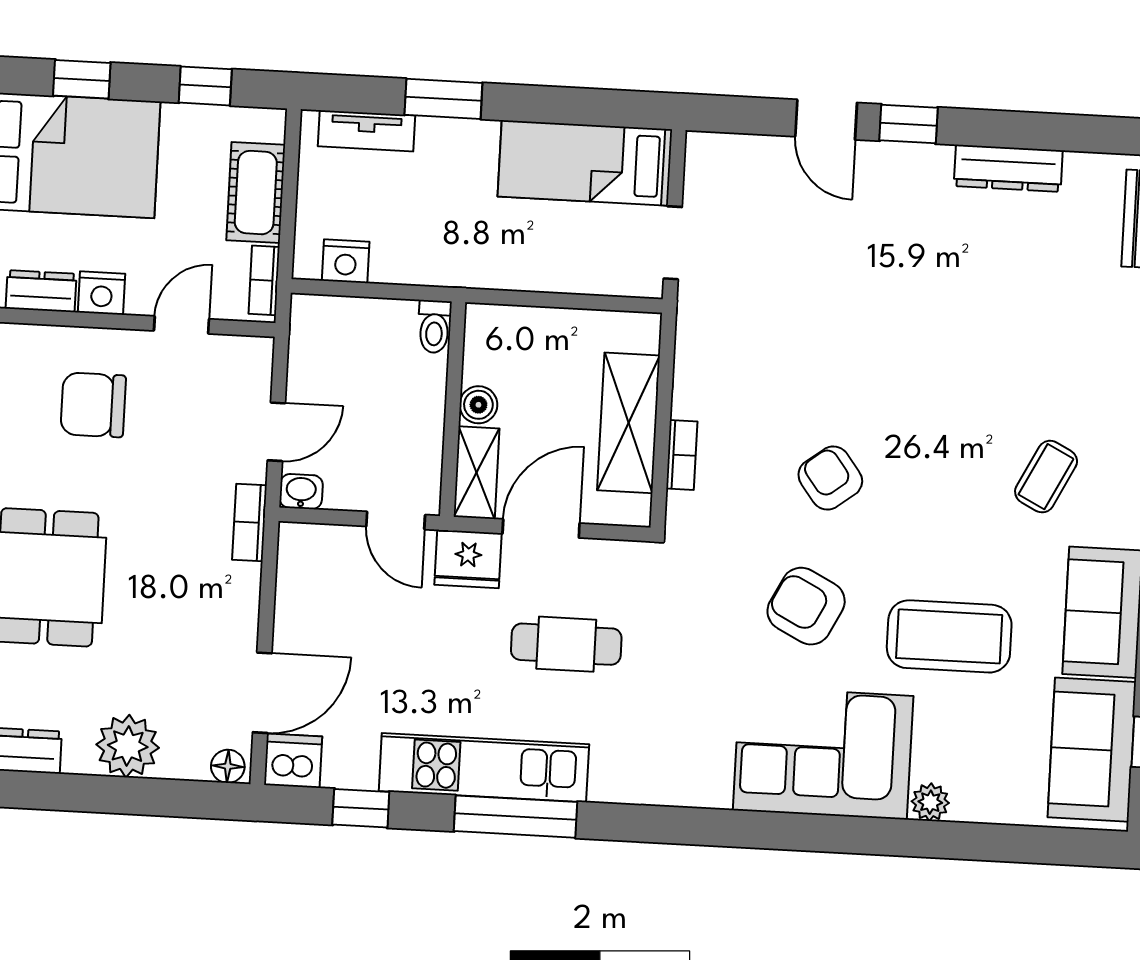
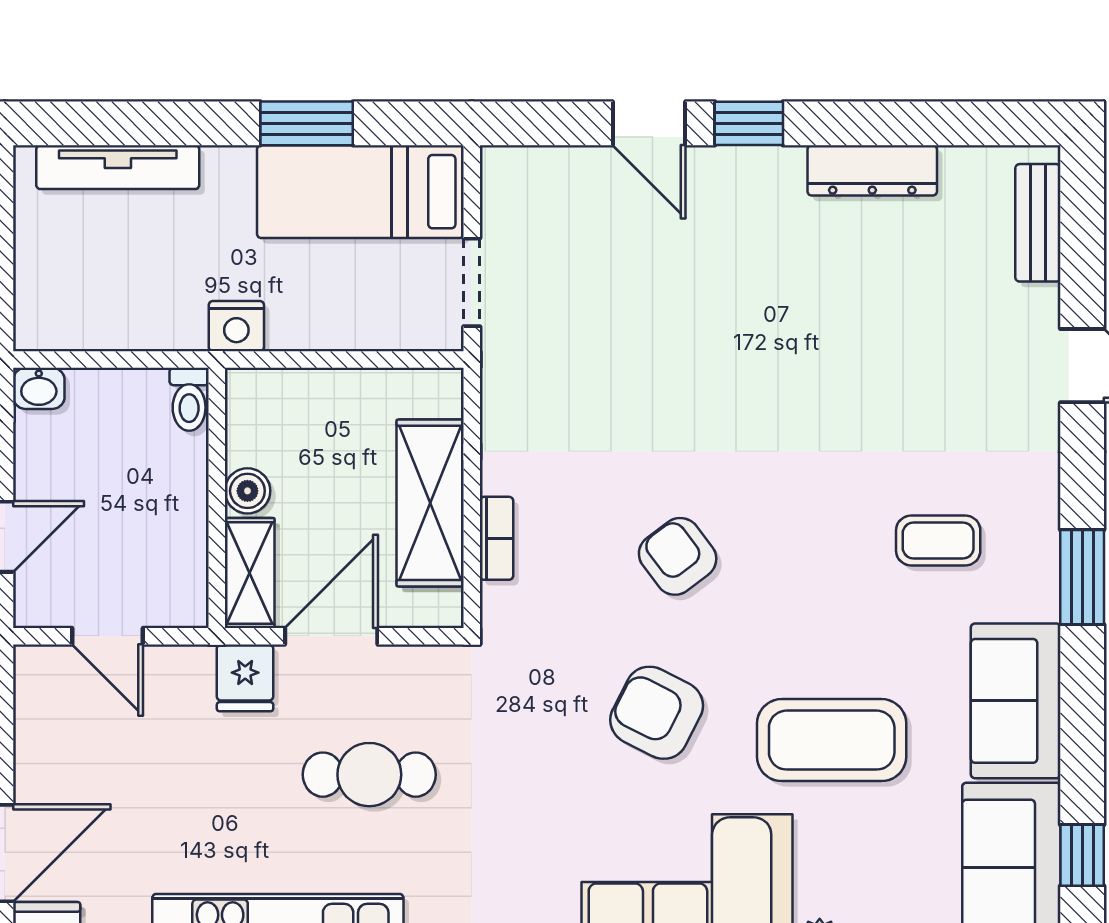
window: (443, 99) -> (307, 123), moved
tv unit: (366, 131) -> (118, 167), width x1.41
nightstand: (346, 261) -> (236, 326), moved
coffee table: (1046, 477) -> (938, 541), turned 63
washbasin: (301, 492) -> (39, 388), moved, turned 180
door: (396, 521) -> (107, 636), moved
fridge: (468, 559) -> (245, 678), width x0.72

